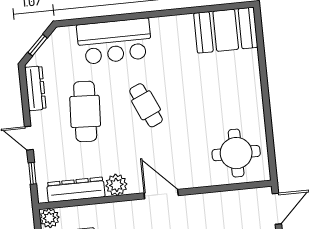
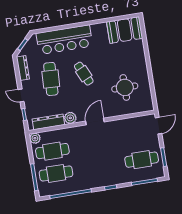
bar counter: (114, 41) -> (64, 40), width x1.36
round table: (236, 153) -> (125, 87), moved
door: (161, 194) -> (95, 122), hinge flipped

